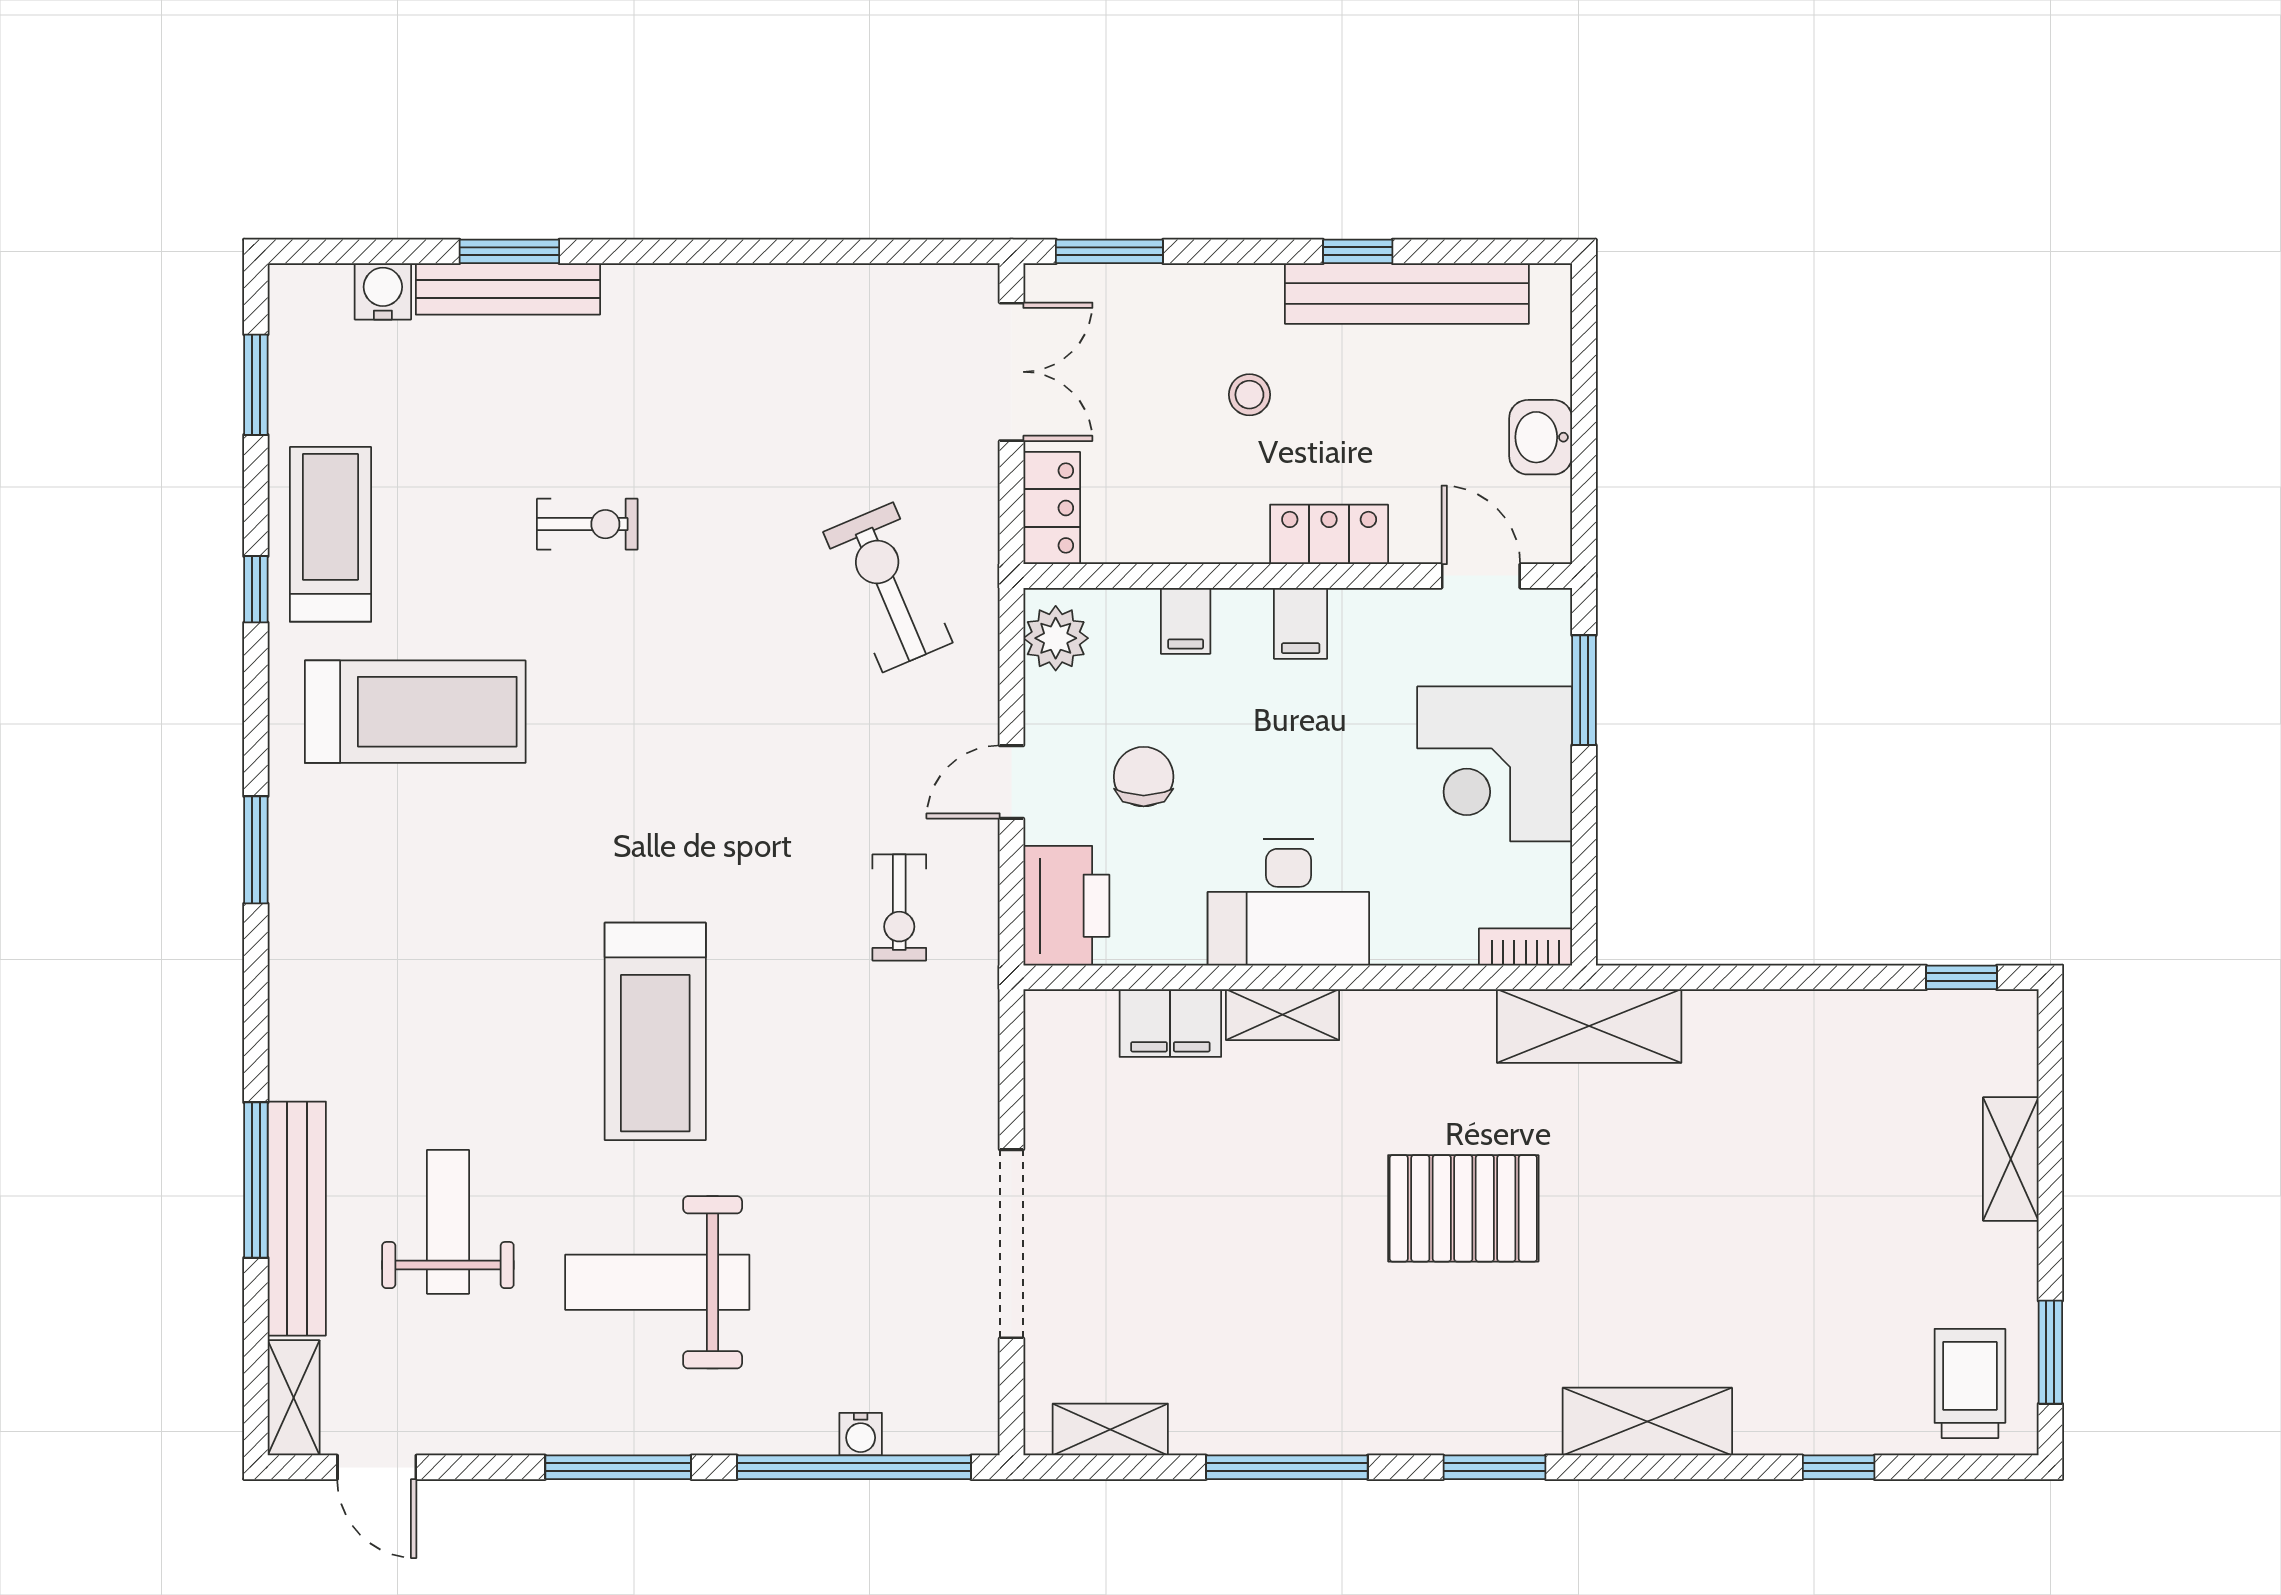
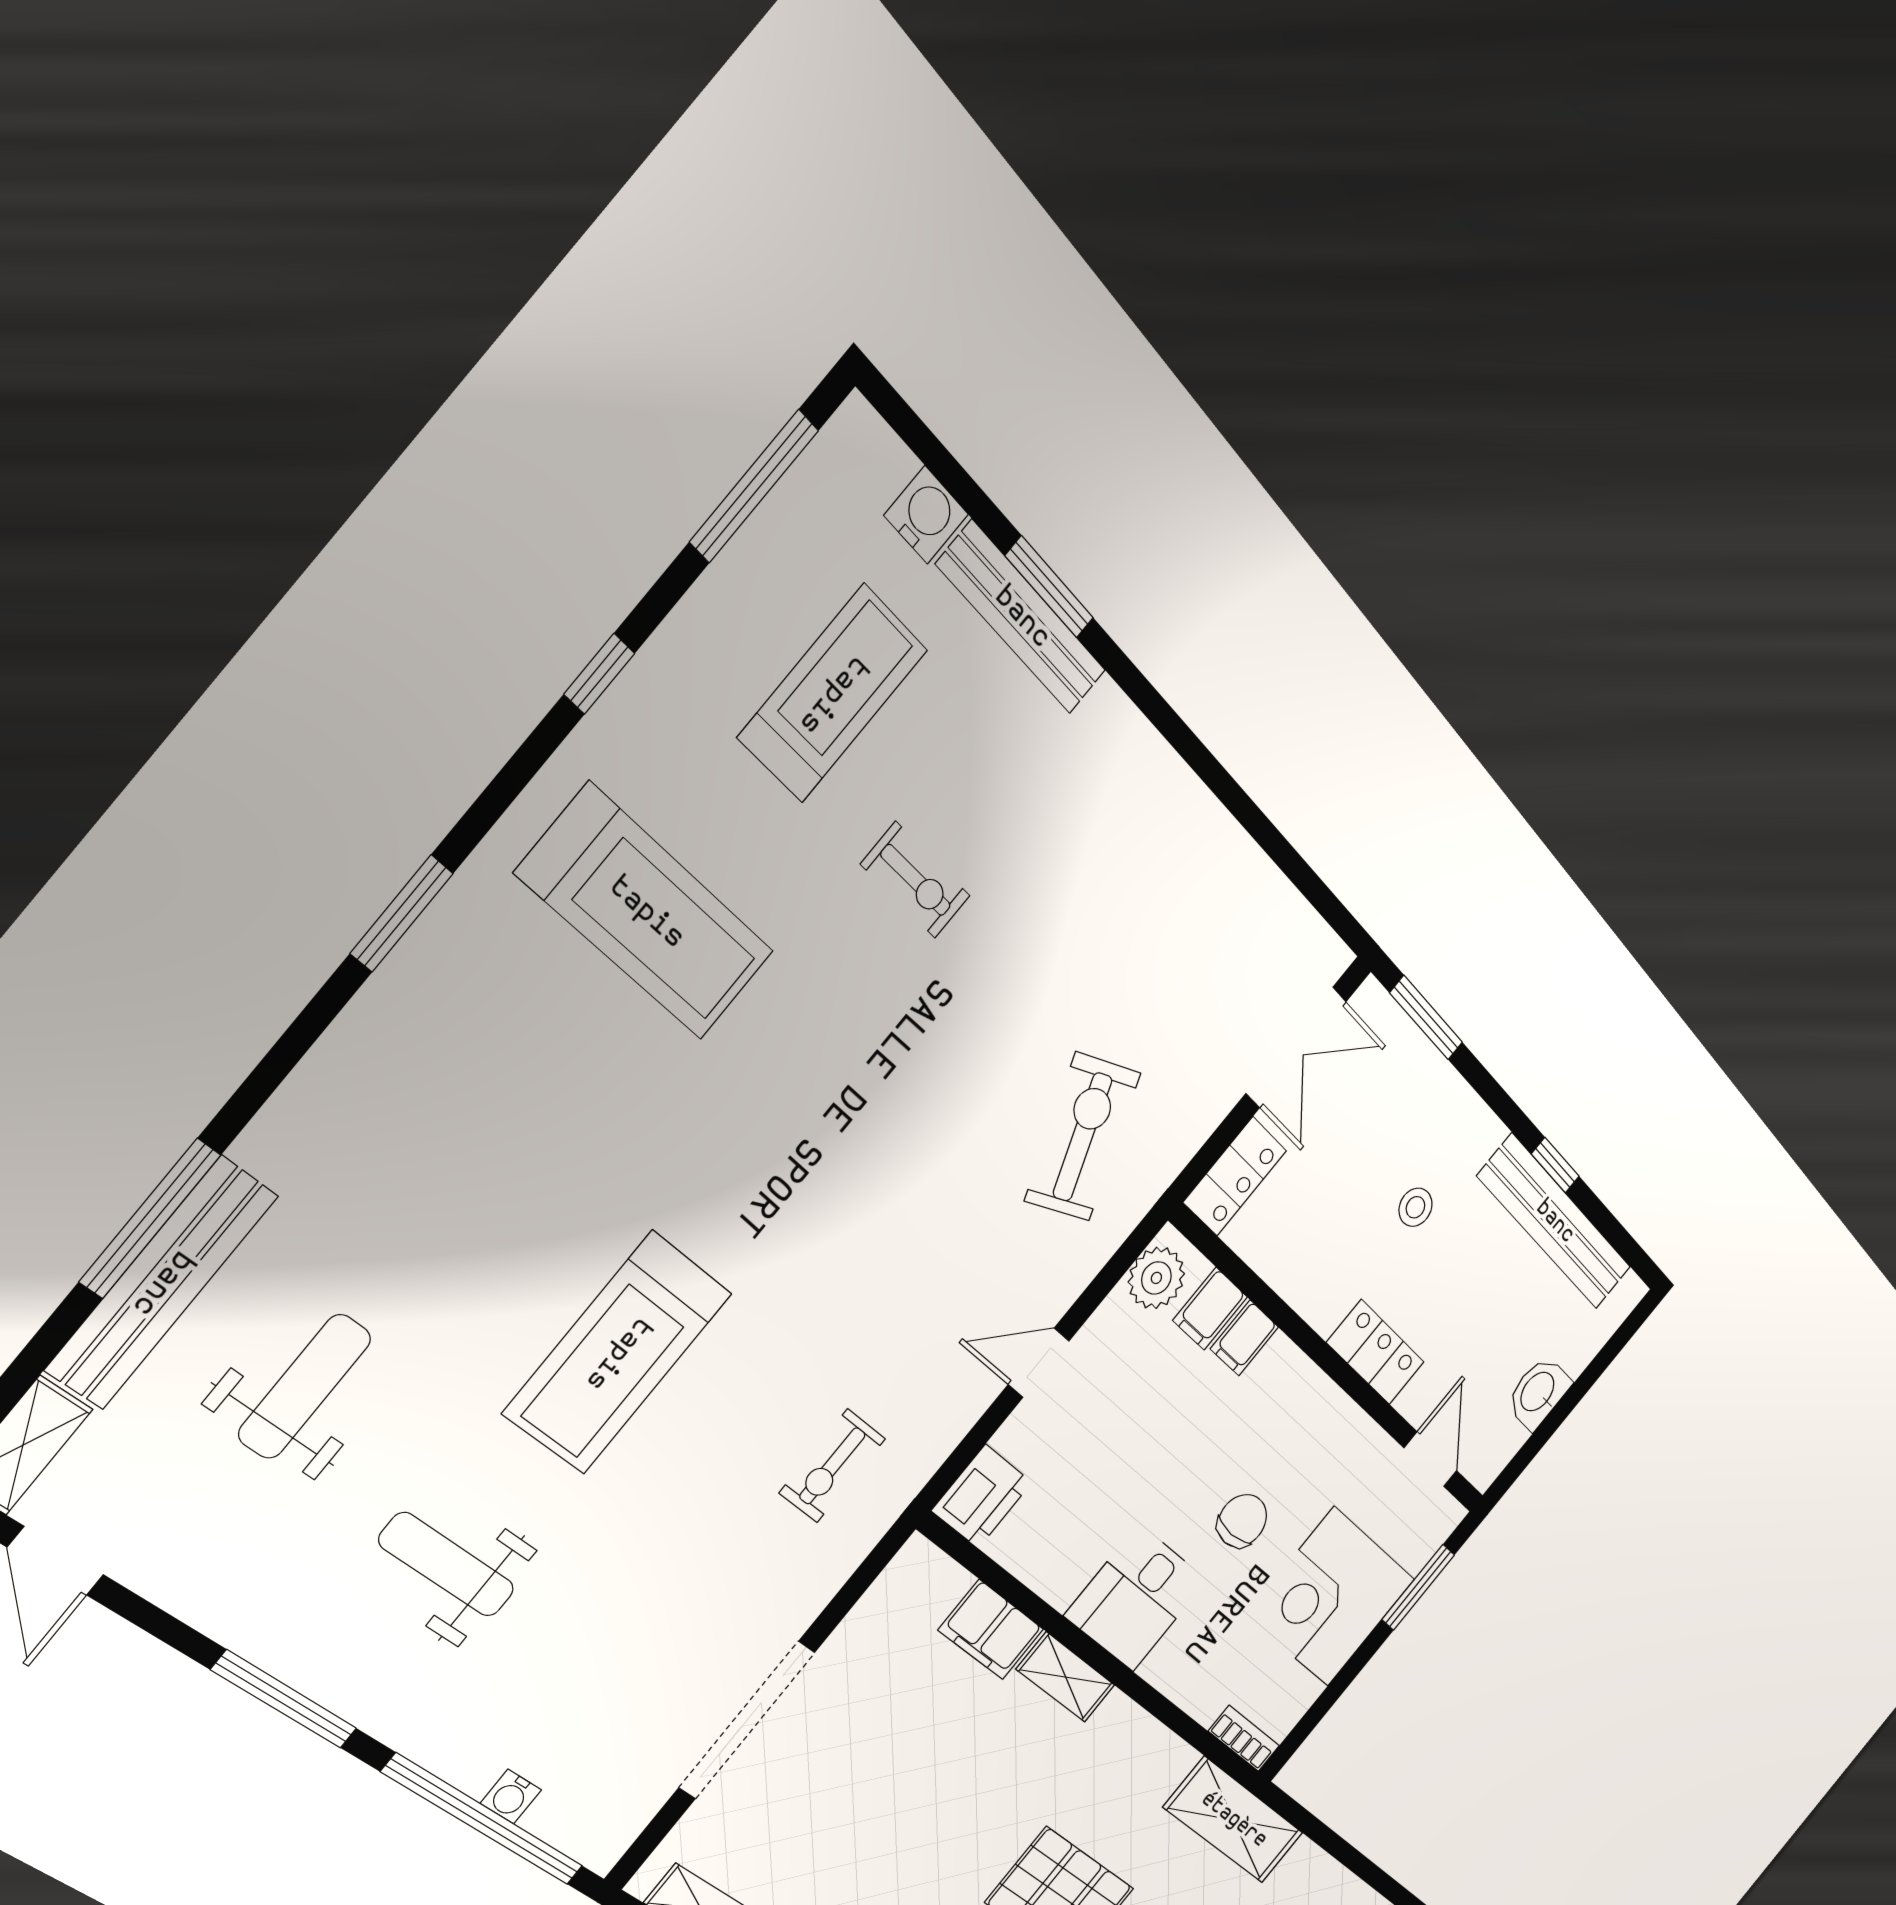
window: (256, 385) -> (754, 486), width x1.44
treadmill: (330, 534) -> (833, 694), moved
filing cabinet: (1301, 623) -> (1210, 1309), moved
chair: (1144, 777) -> (1242, 1521), moved
desk: (1288, 902) -> (1136, 1598), width x0.73
printer: (1066, 906) -> (982, 1497), width x0.73, depth x0.84
exercise bike: (899, 907) -> (832, 1466), moved
weight bench: (657, 1282) -> (447, 1565), width x0.73, depth x0.75

